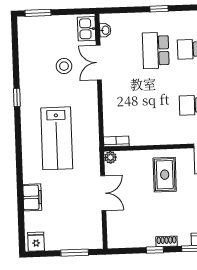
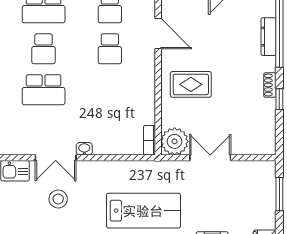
washbasin: (105, 30) -> (84, 149), moved
plant: (110, 157) -> (175, 141), width x1.88, depth x1.88

